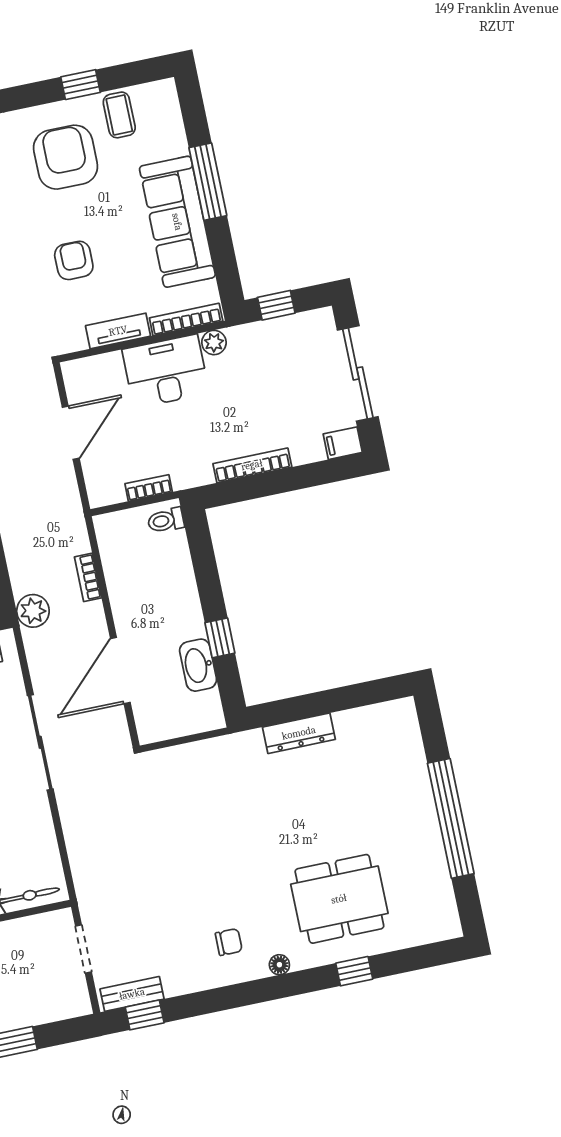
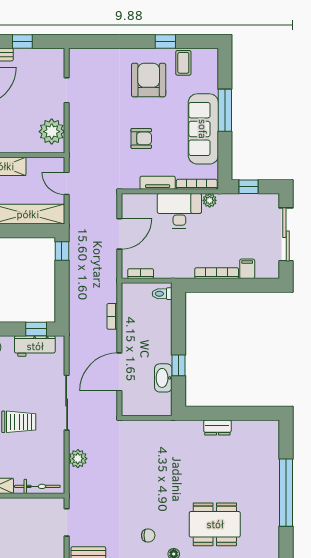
armchair: (74, 260) -> (141, 138), turned 90
filing cabinet: (343, 443) -> (247, 269), moved, turned 90
bookcase: (149, 488) -> (141, 274), moved
plant: (33, 611) -> (78, 459), moved
dresser: (299, 733) -> (217, 428), width x0.70

